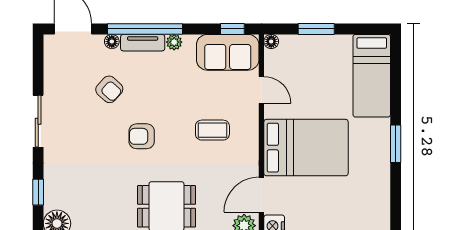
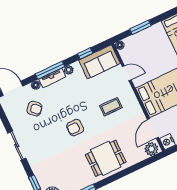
window: (145, 29) -> (50, 70), width x0.68
window: (232, 29) -> (85, 54), moved
armchair: (109, 89) -> (34, 109), moved

